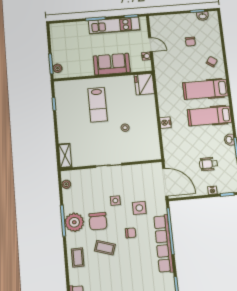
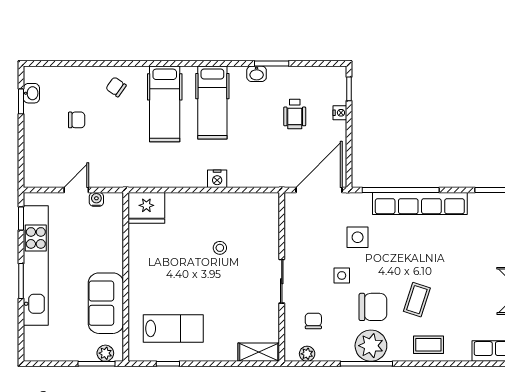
kitchen unit: (114, 25) -> (36, 265), width x1.36
sofa: (112, 64) -> (106, 303), moved
lab bench: (98, 105) -> (173, 328), moved
chair: (131, 233) -> (313, 321), moved

